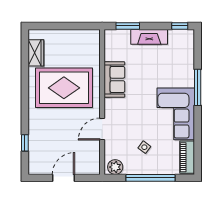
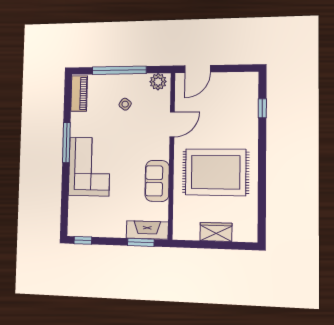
fireplace: (149, 37) -> (147, 230), moved
wardrobe: (36, 53) -> (216, 232), moved, turned 90
window: (198, 87) -> (66, 142), moved
corner sofa: (176, 114) -> (89, 167), moved
door: (64, 178) -> (198, 69), moved

